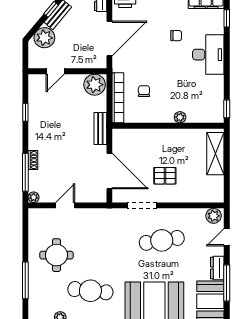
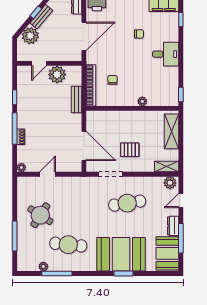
desk: (208, 55) -> (166, 54), width x0.73
plant: (95, 85) -> (57, 74), moved
bench: (100, 128) -> (76, 99), moved
window: (25, 172) -> (15, 129), moved
shelving: (209, 196) -> (167, 167), added
round table: (56, 255) -> (40, 215), turned 33

